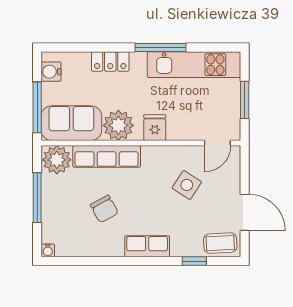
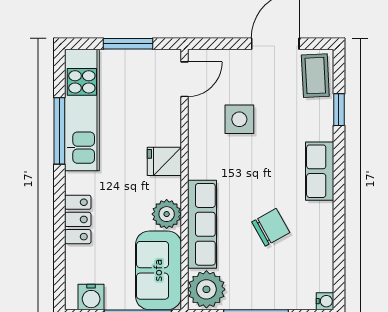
window: (160, 47) -> (59, 131), moved
plant: (118, 125) -> (167, 214), width x0.73, depth x0.73
door: (217, 143) -> (184, 79), hinge flipped
side table: (187, 185) -> (239, 119), turned -33

